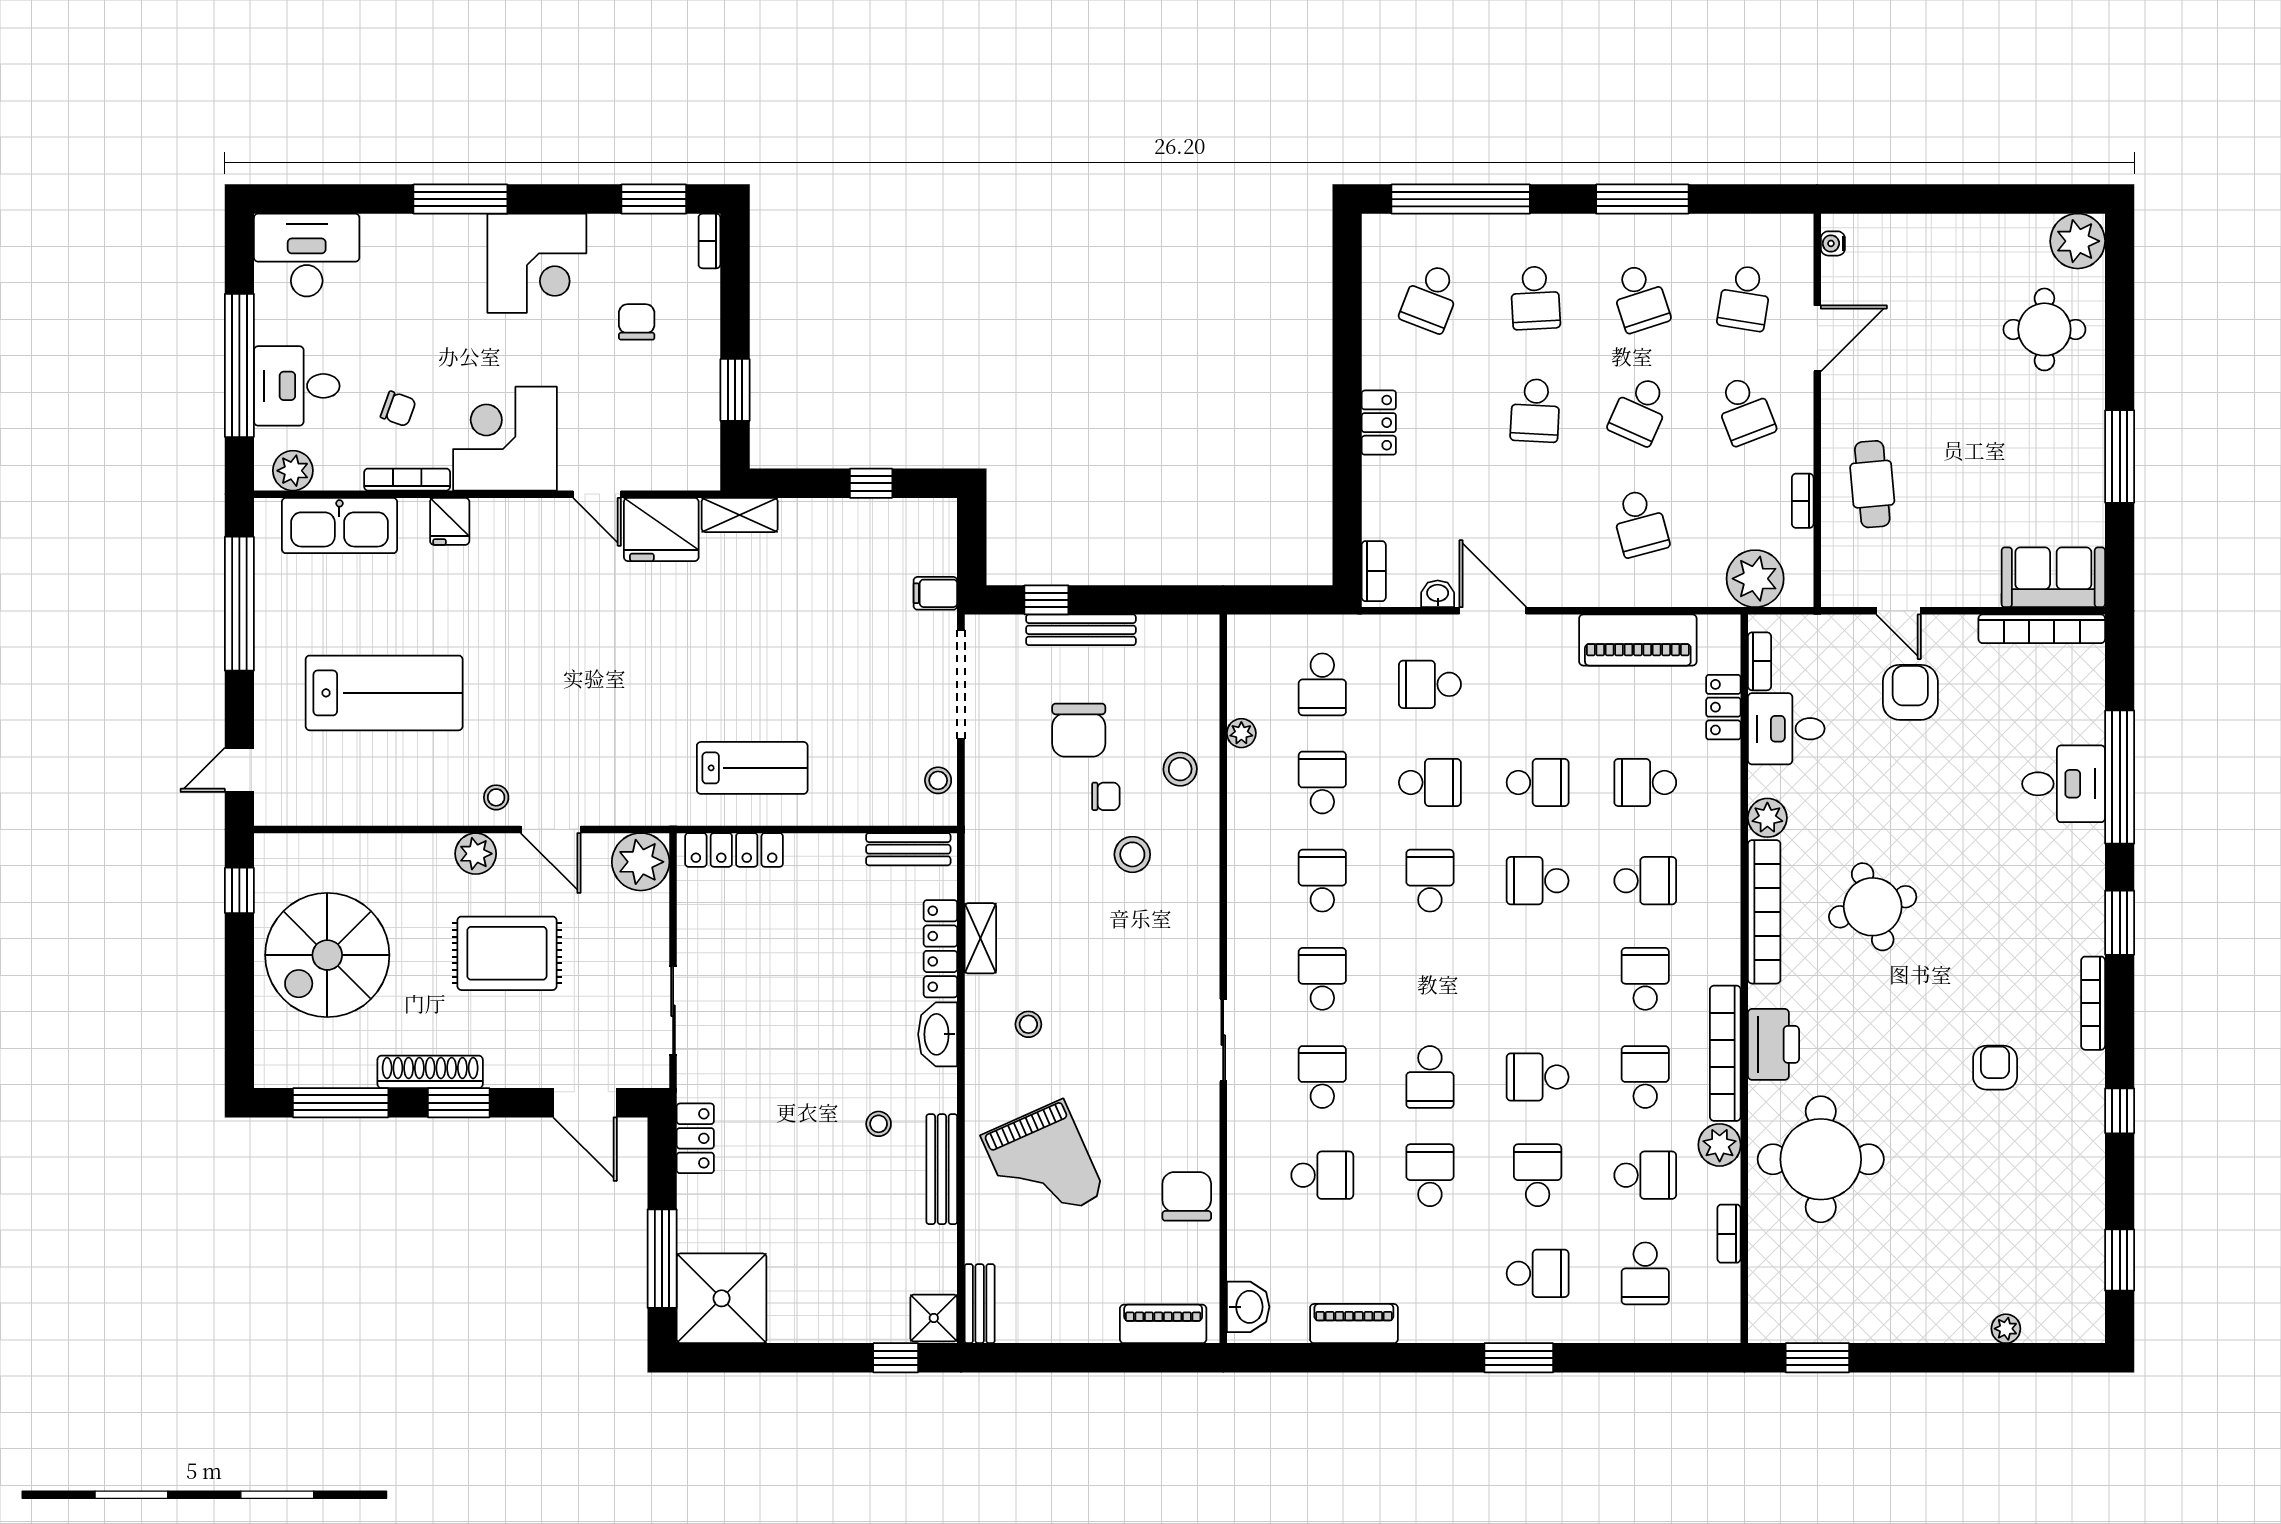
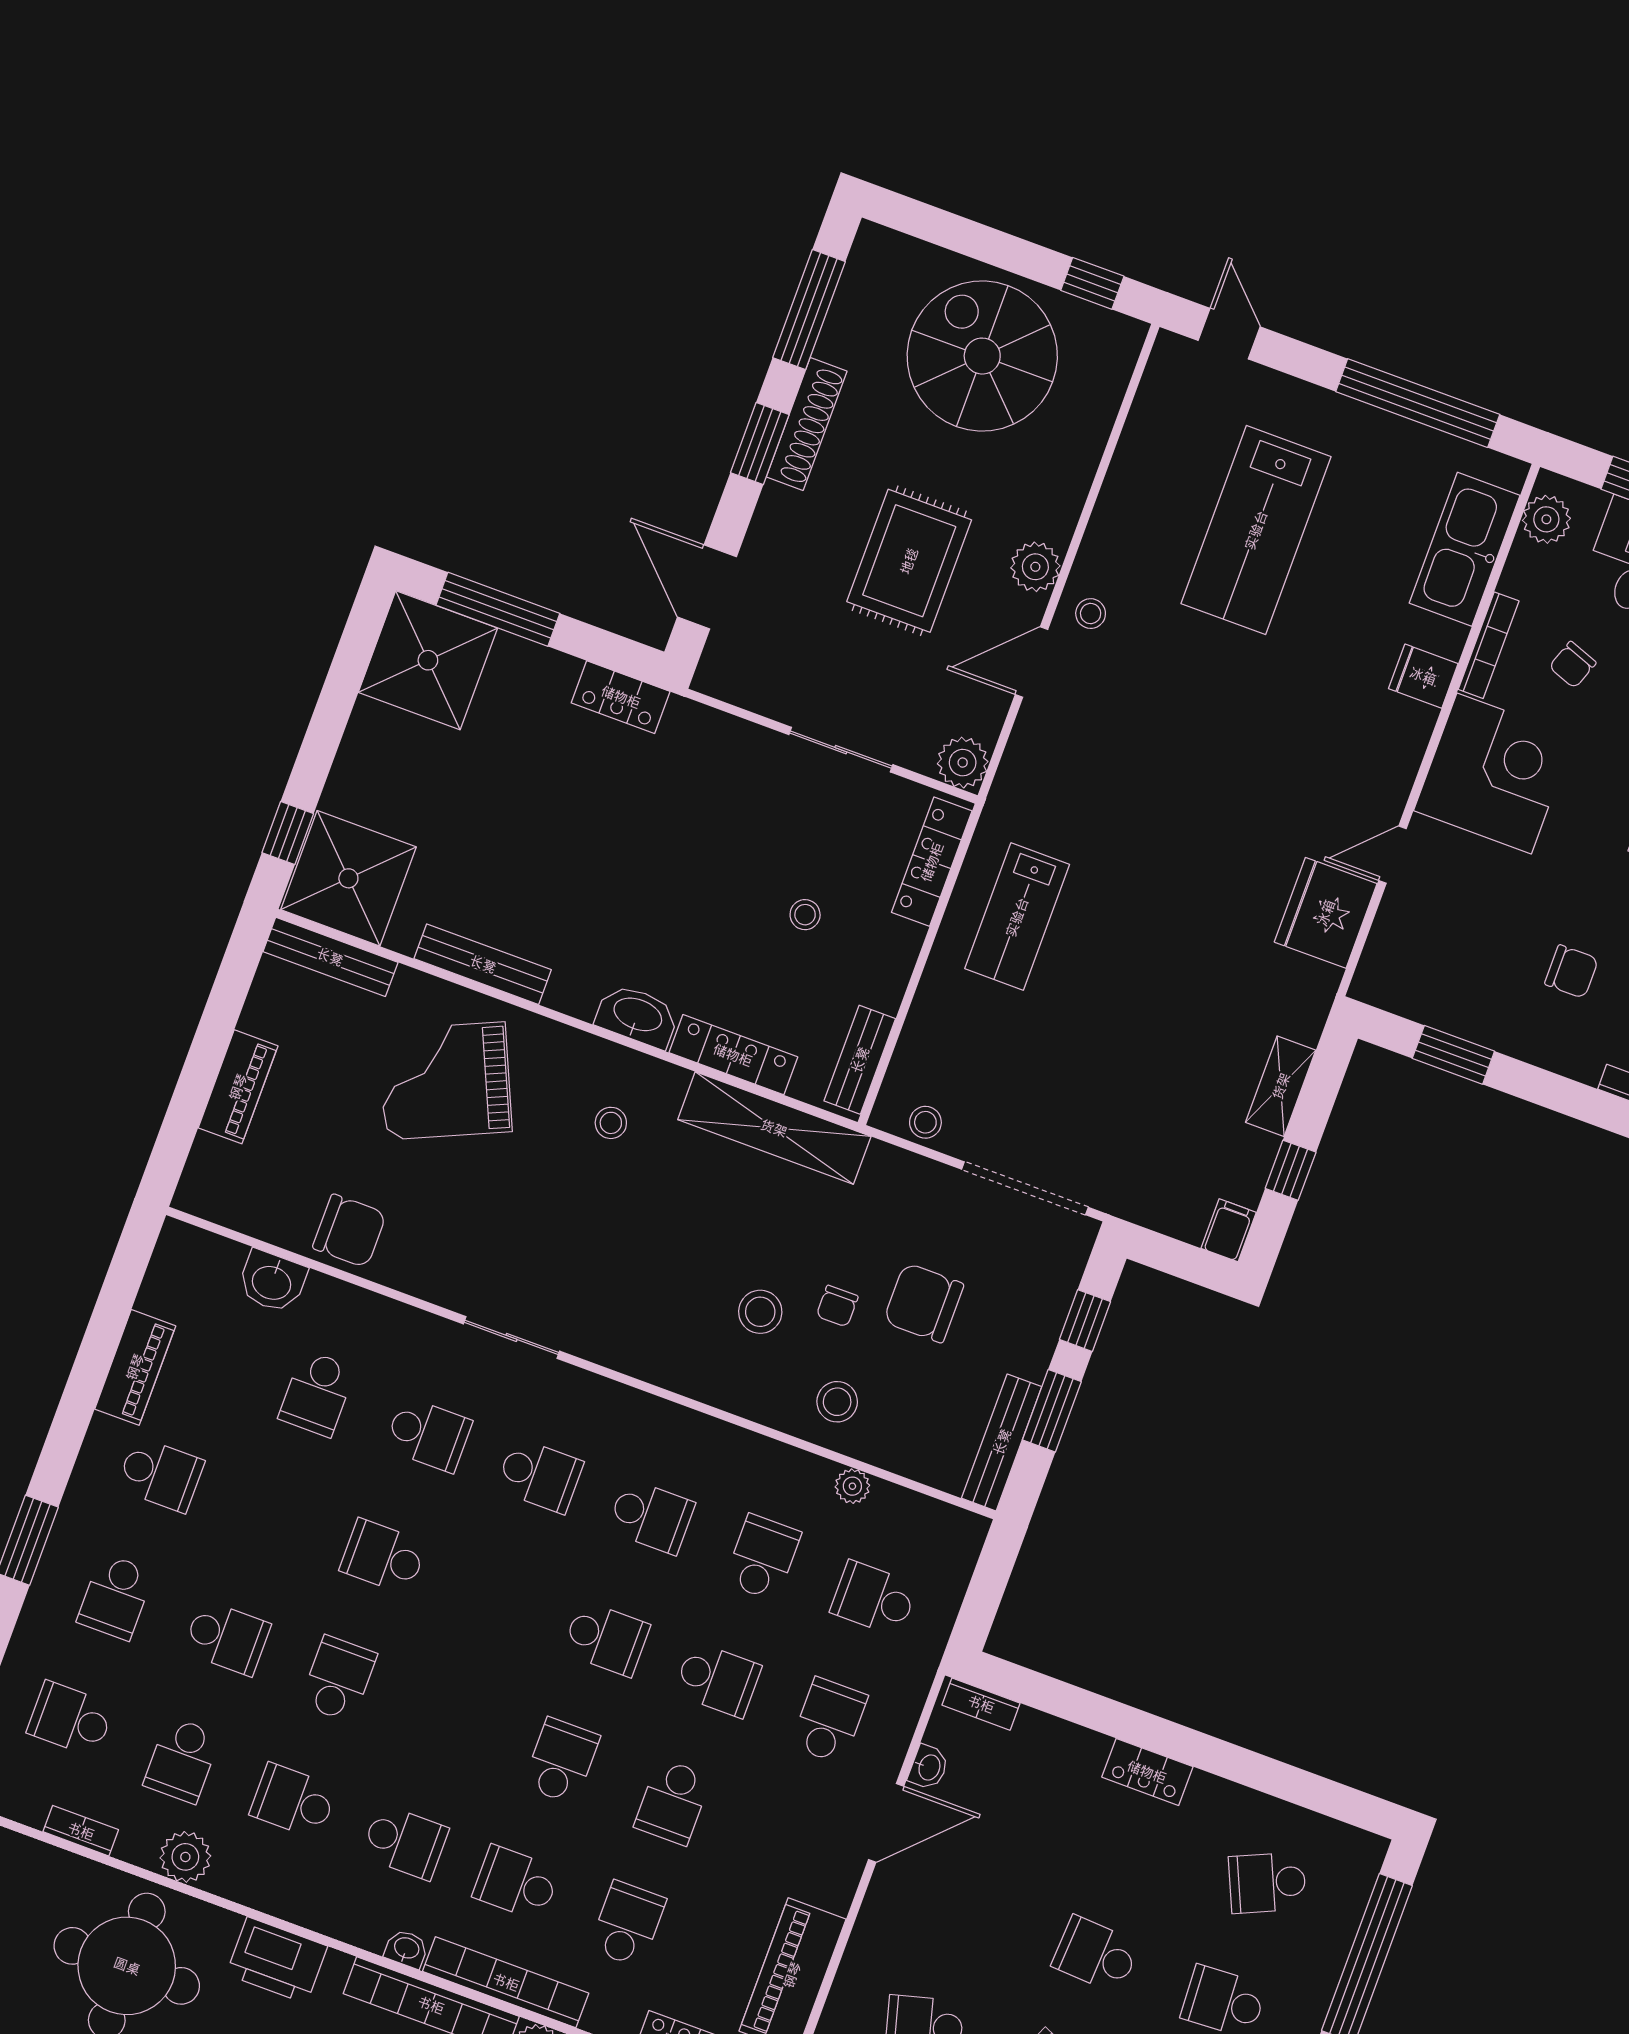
school desk: (1431, 298) -> (1267, 1883), turned -45
shelving: (740, 515) -> (1281, 1086), moved
filing cabinet: (935, 593) -> (1229, 1230), moved
window: (1126, 600) -> (1052, 1411), added
bench: (1081, 630) -> (1002, 1442), moved
school desk: (1322, 782) -> (763, 1557), turned -90
school desk: (1430, 782) -> (718, 1680), turned -90
plant: (641, 862) -> (963, 763), width x0.73, depth x0.73
school desk: (1645, 881) -> (516, 1883), turned 90
shelving: (980, 938) -> (774, 1128), width x2.20, depth x1.33
washbasin: (1728, 947) -> (406, 1949), added
sliding door: (673, 1011) -> (841, 750), moved
bookcase: (1725, 1053) -> (506, 1982), moved
school desk: (1645, 1077) -> (293, 1801), turned 180
door: (585, 1103) -> (707, 587), hinge flipped
stool: (879, 1124) -> (805, 915), moved
school desk: (1430, 1175) -> (160, 1475), moved
bench: (980, 1304) -> (330, 957), width x1.36
washbasin: (1248, 1307) -> (272, 1281), moved
shower: (934, 1318) -> (348, 878), width x1.86, depth x1.86
piano: (1163, 1324) -> (238, 1087), moved

